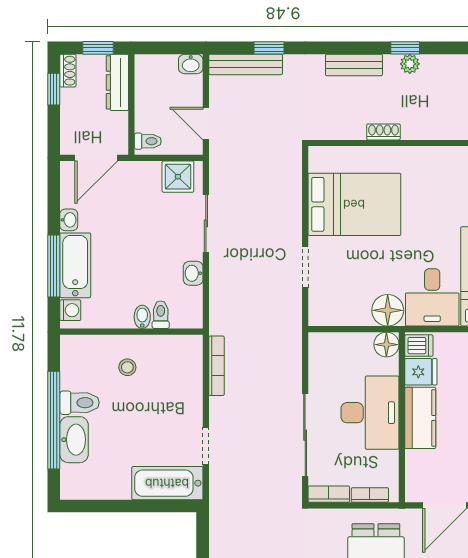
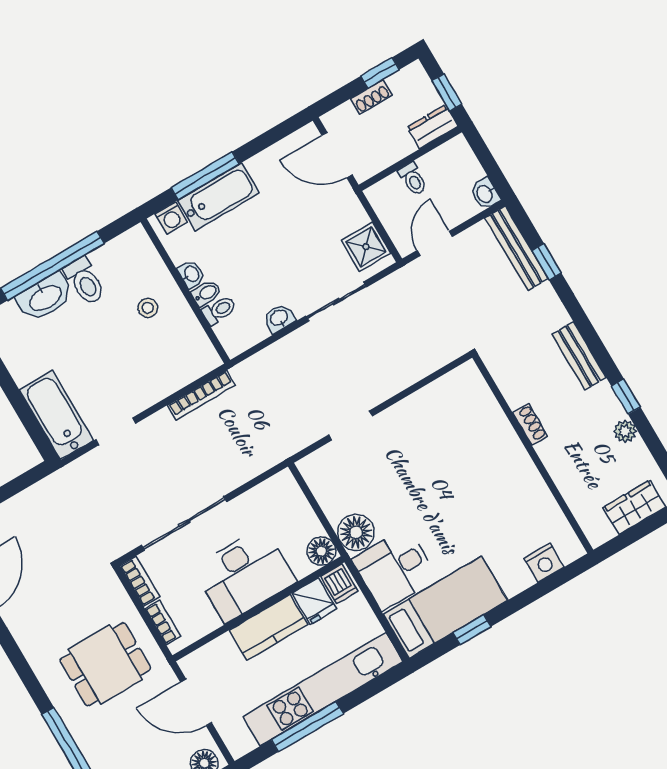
plant: (410, 64) -> (625, 431), moved
shoe rack: (68, 71) -> (371, 97), moved
dresser: (117, 82) -> (432, 127), width x0.70
toilet: (148, 141) -> (413, 179), moved
bed: (354, 204) -> (441, 438), removed
washbasin: (69, 220) -> (191, 274), moved, turned -90

